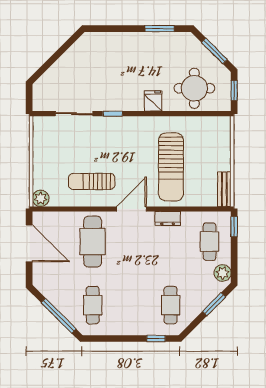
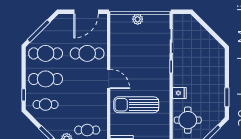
sun lounger: (92, 181) -> (127, 53), removed
plant: (41, 198) -> (138, 19), moved
dresser: (168, 218) -> (102, 103), removed
cafe table: (93, 305) -> (46, 53), width x1.37, depth x1.35
cafe table: (132, 305) -> (46, 79), added

